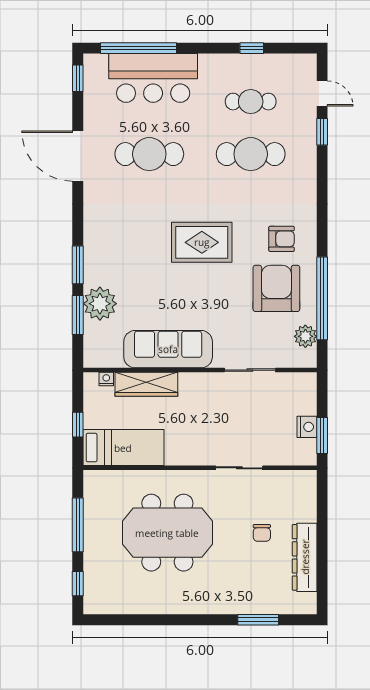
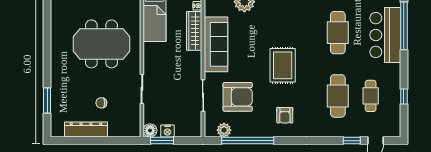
armchair: (276, 288) -> (238, 97), moved
floor lamp: (306, 455) -> (150, 130), added
meeting table: (167, 533) -> (101, 44), turned 90

